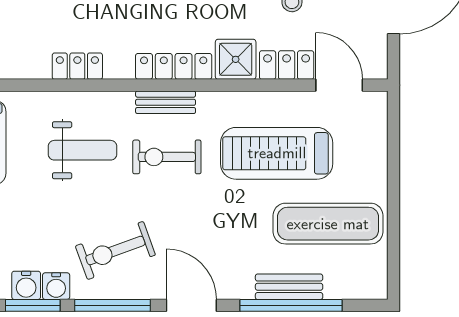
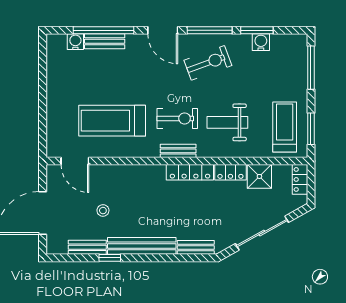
shower: (236, 59) -> (259, 176), moved
locker: (287, 65) -> (106, 173), removed
locker: (174, 66) -> (190, 172), moved
treadmill: (277, 153) -> (112, 121), turned 180
exercise mat: (328, 224) -> (82, 79), removed
water cooler: (56, 286) -> (75, 42), moved

